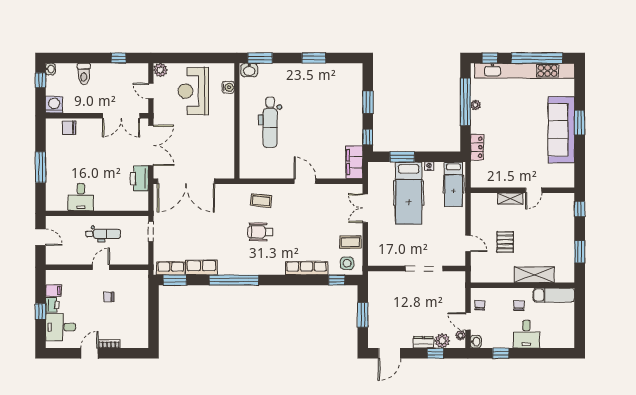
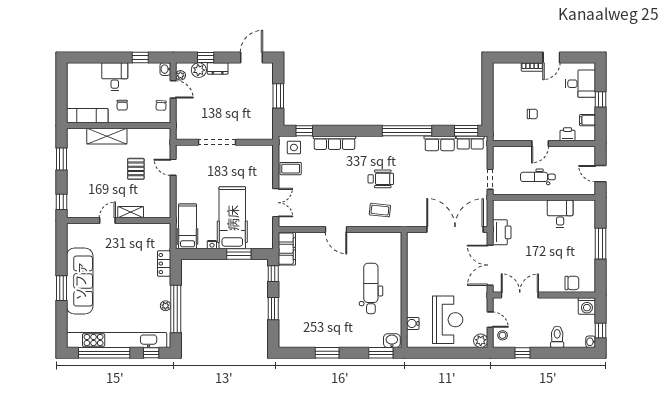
stool: (138, 75) -> (503, 335), added
printer: (52, 305) -> (568, 134), moved, turned 90

